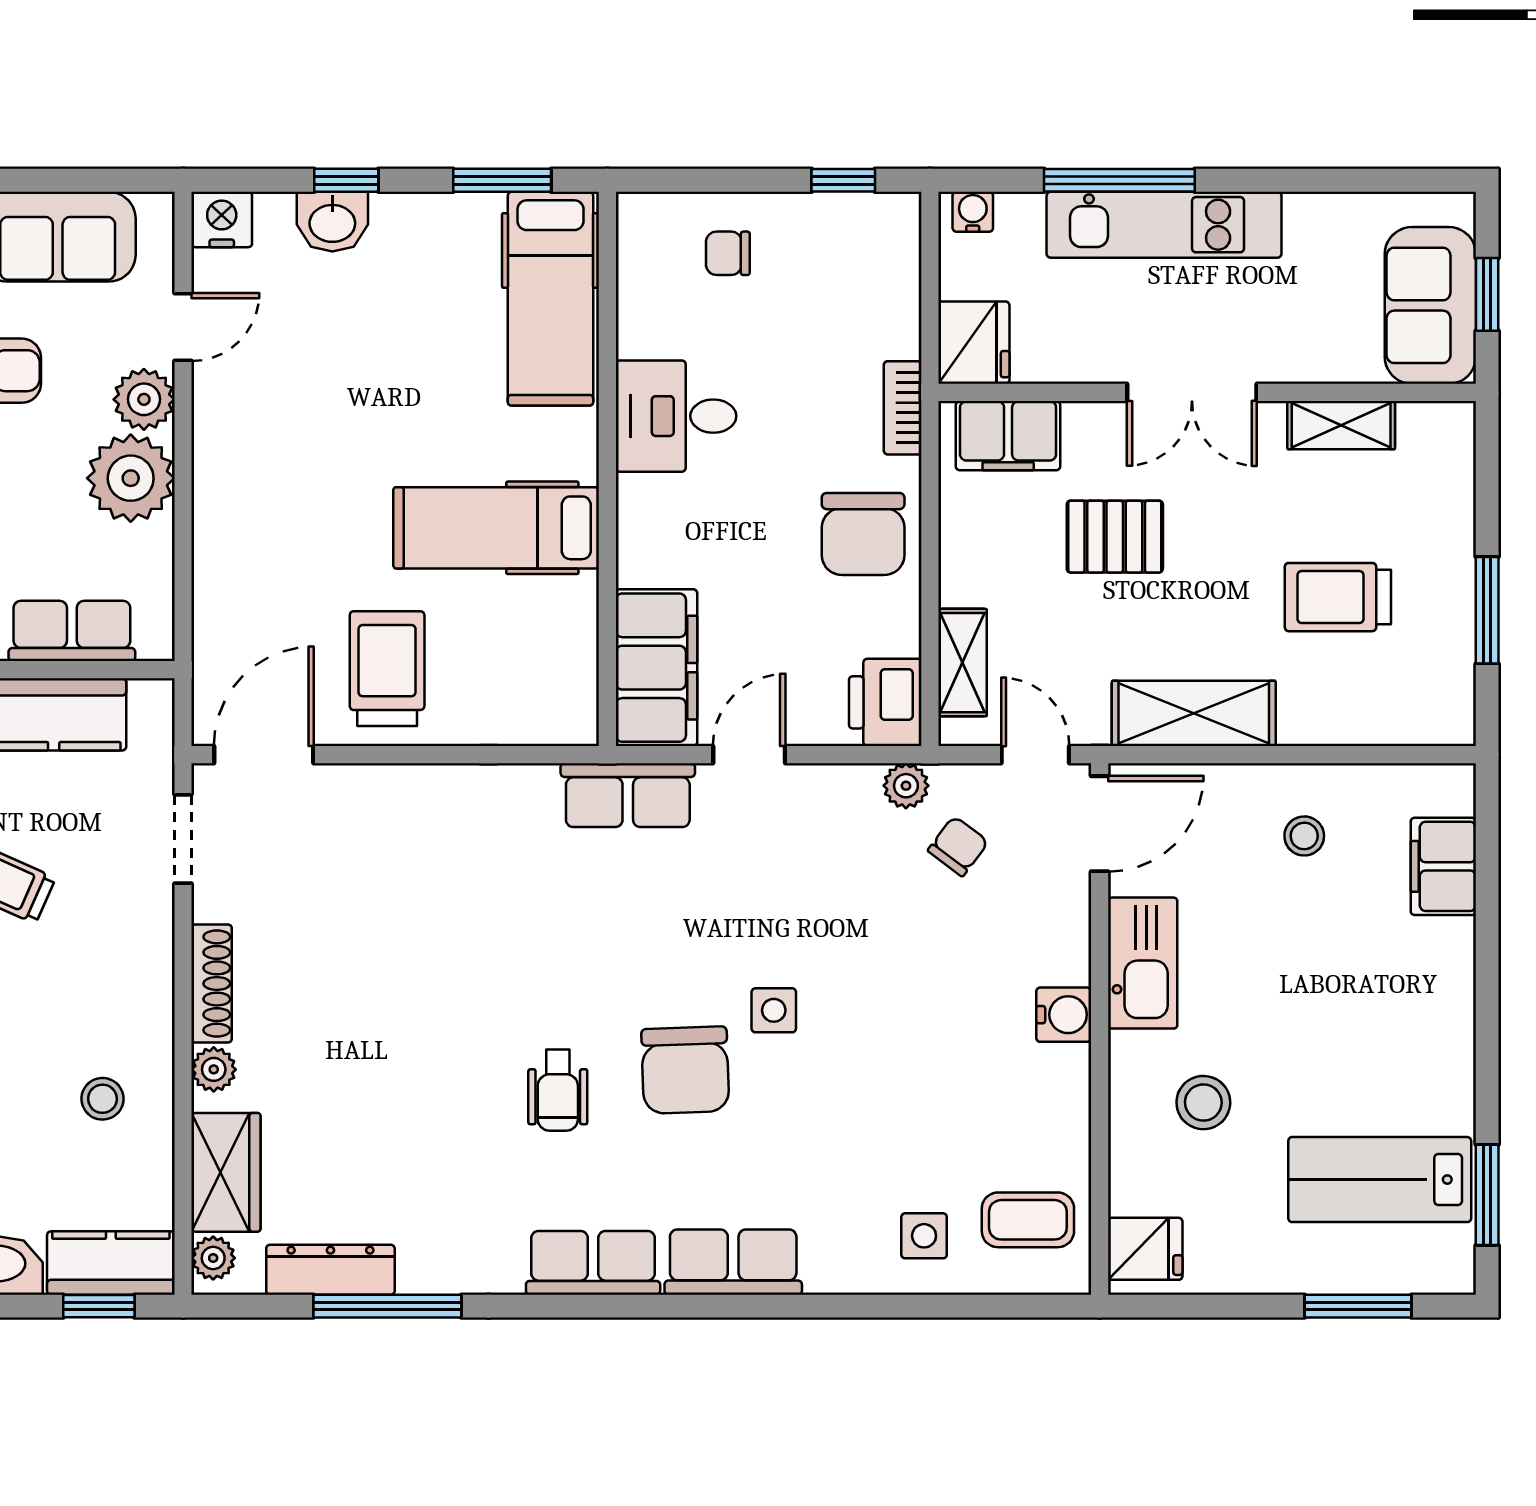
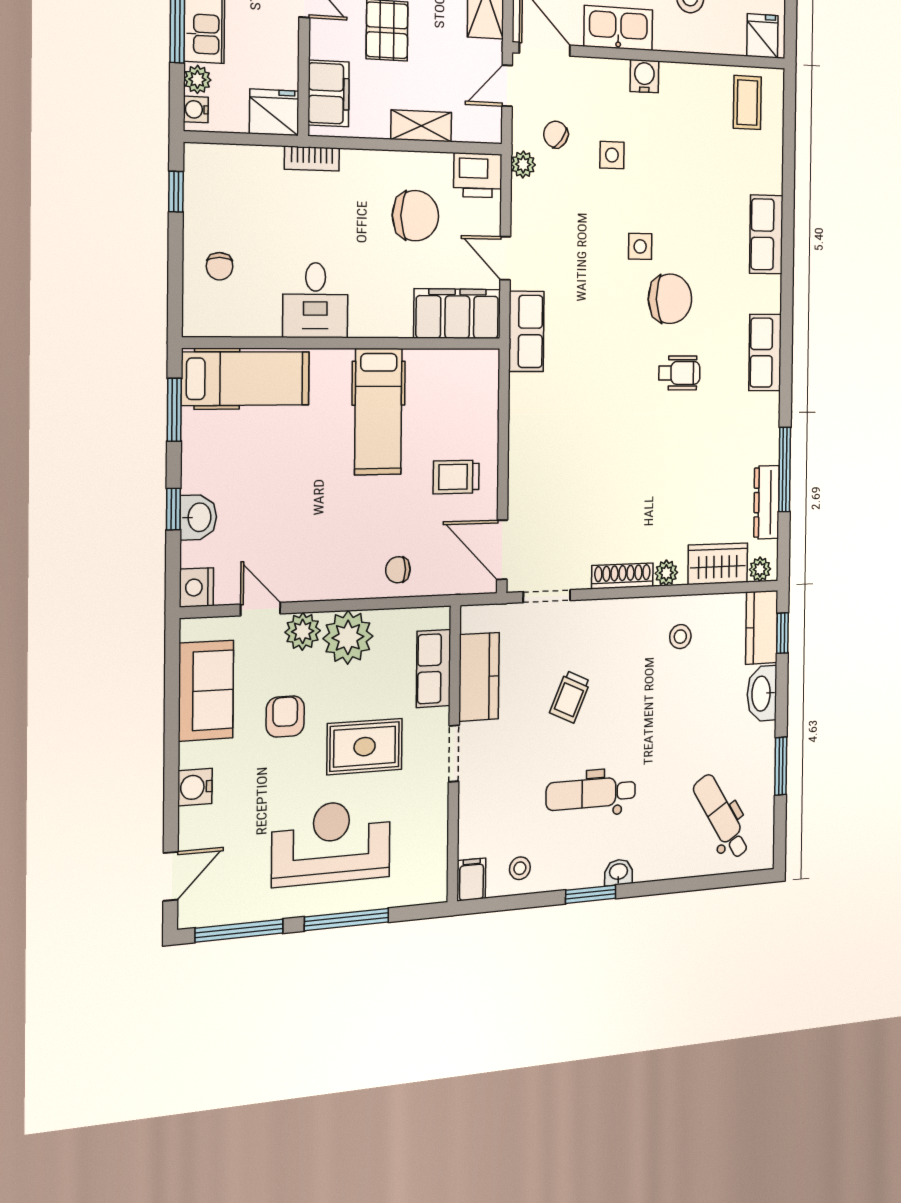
plant: (1020, 214) -> (197, 79), added
chair: (863, 534) -> (415, 216), moved
chair: (237, 565) -> (398, 570), added
shelving: (963, 663) -> (421, 126), moved
trolley: (387, 669) -> (456, 477), width x0.73, depth x0.72
side table: (924, 1236) -> (612, 155), moved
row of seats: (733, 1262) -> (766, 234), moved

